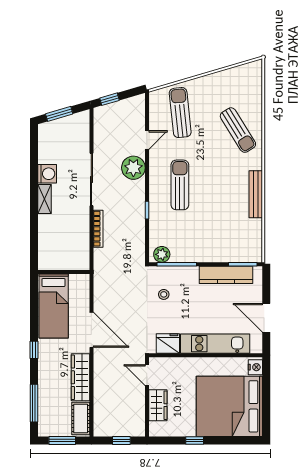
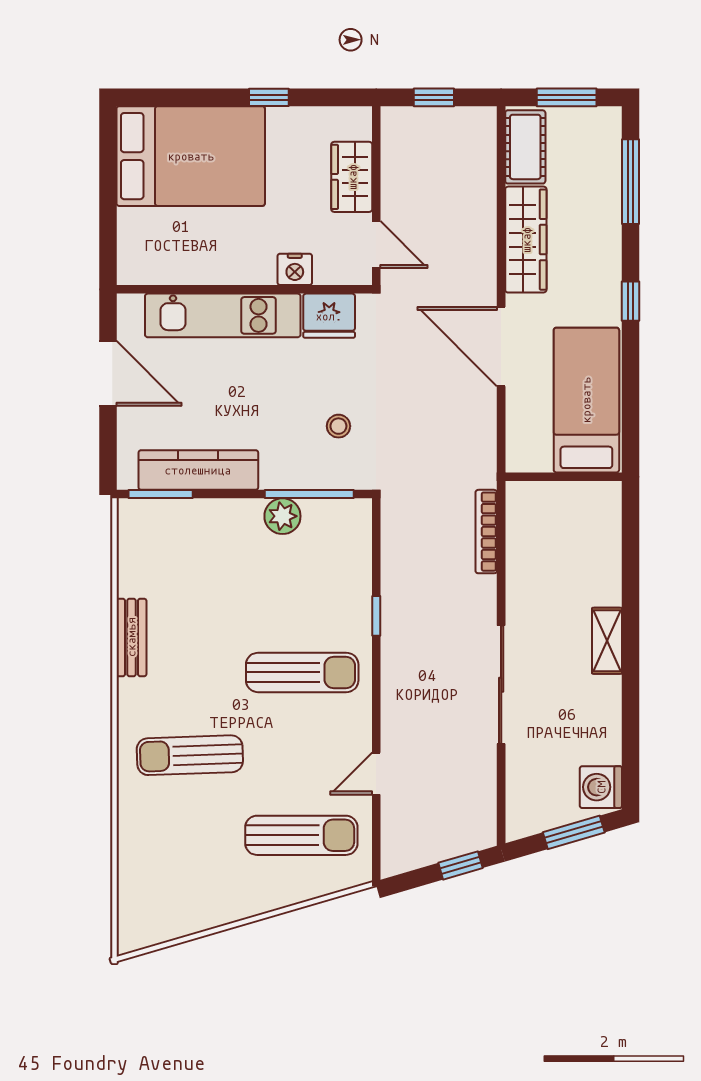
sun lounger: (180, 113) -> (301, 835), turned -84
sun lounger: (238, 130) -> (190, 755), moved, turned -60
plant: (133, 168) -> (407, 711), removed
washing machine: (47, 174) -> (601, 787), moved
sun lounger: (180, 185) -> (302, 672), turned -90
bench: (256, 194) -> (131, 637), width x0.73
bookcase: (98, 229) -> (486, 532), moved
plant: (162, 254) -> (282, 516), moved
nightstand: (255, 367) -> (295, 269), moved, turned -90
bed: (229, 406) -> (191, 156), width x0.73

